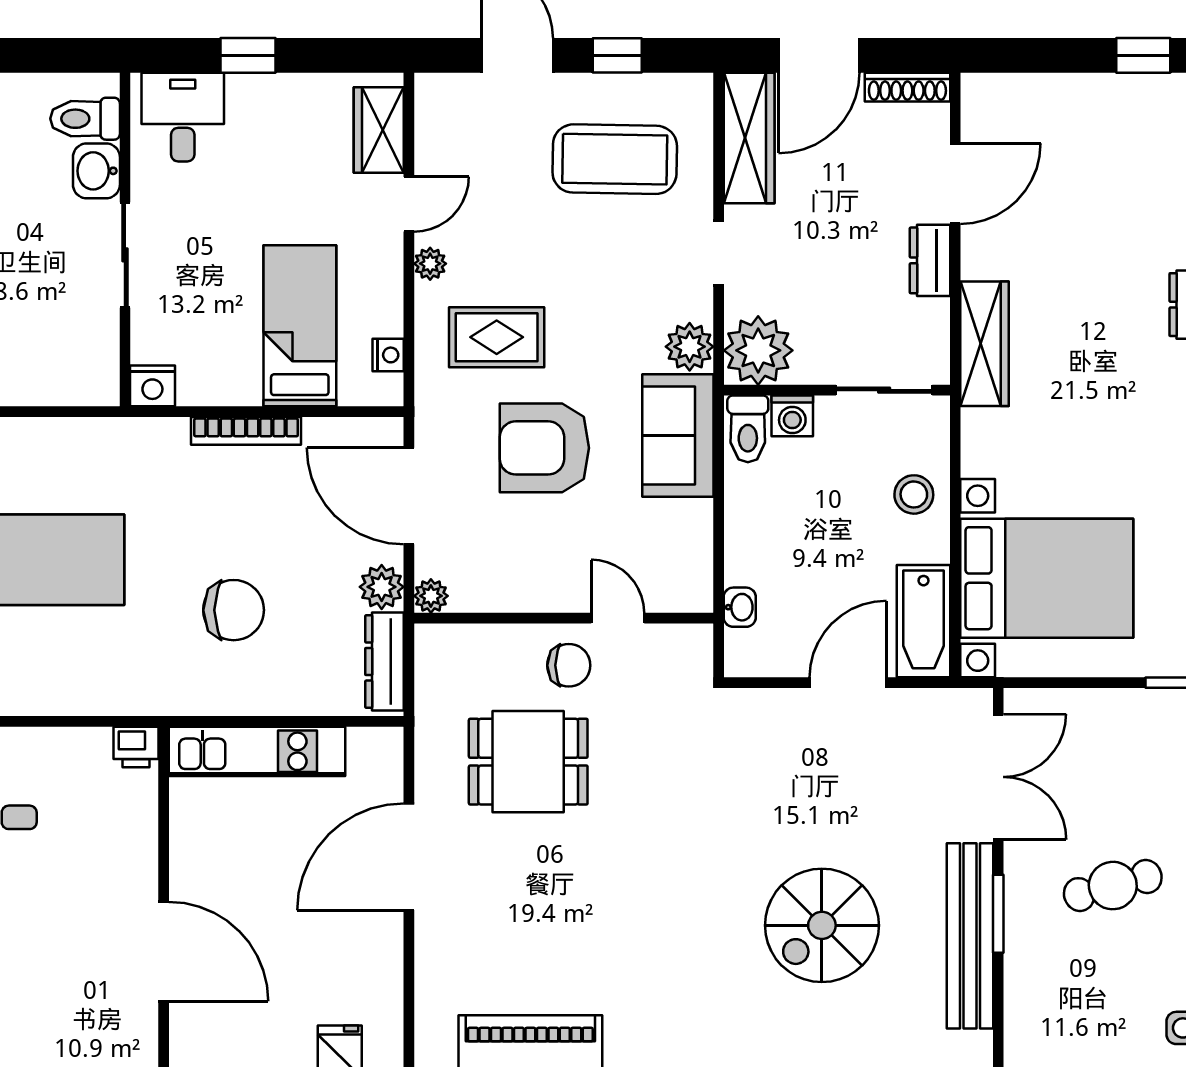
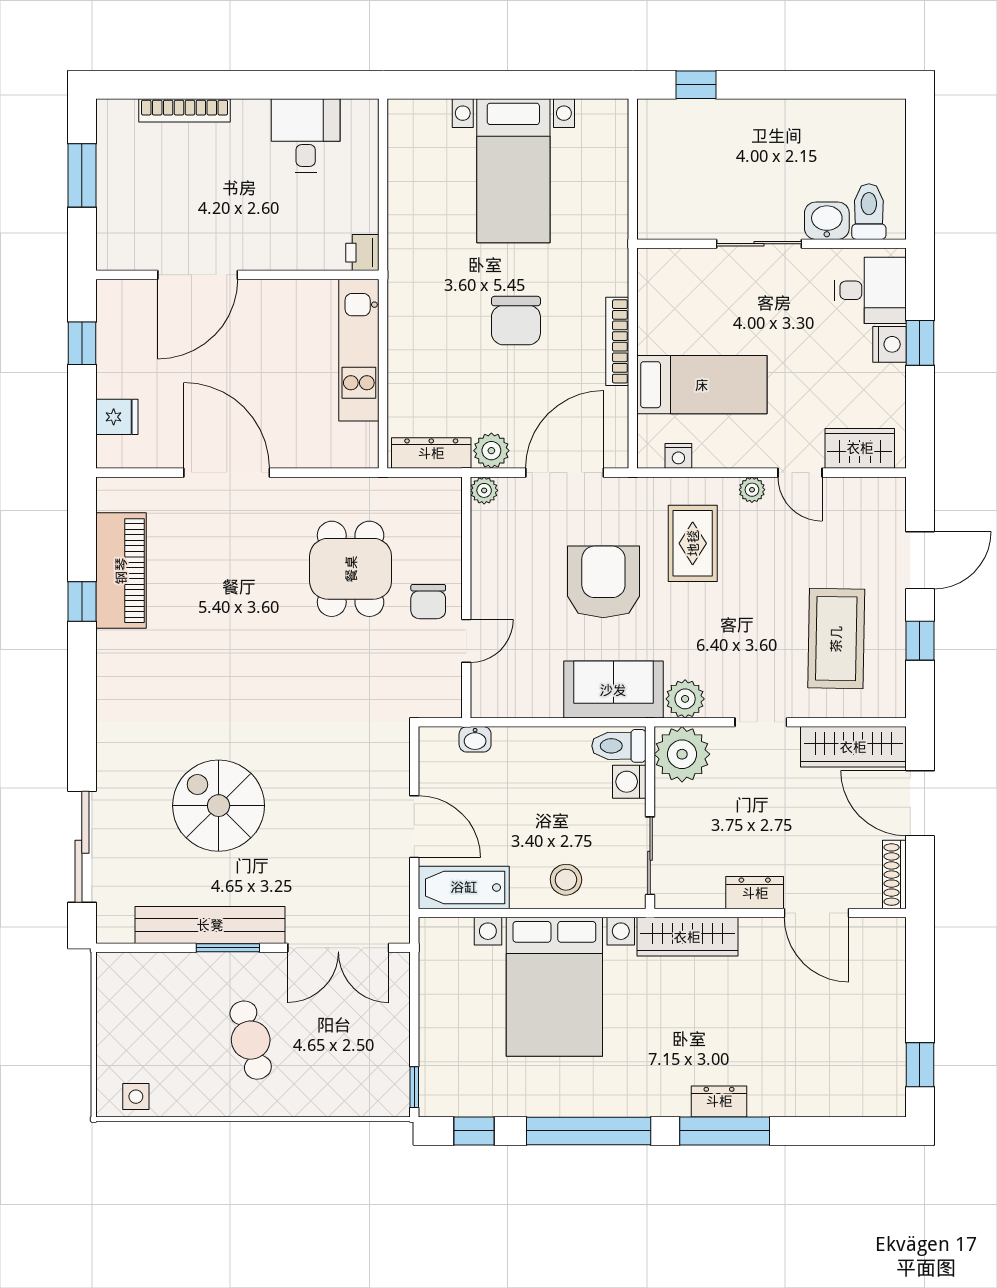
nightstand: (152, 386) -> (889, 344), moved, turned 180
bed with nightstands: (1047, 578) -> (554, 987), moved
chair: (234, 610) -> (516, 321), moved
door: (409, 857) -> (227, 473), moved

